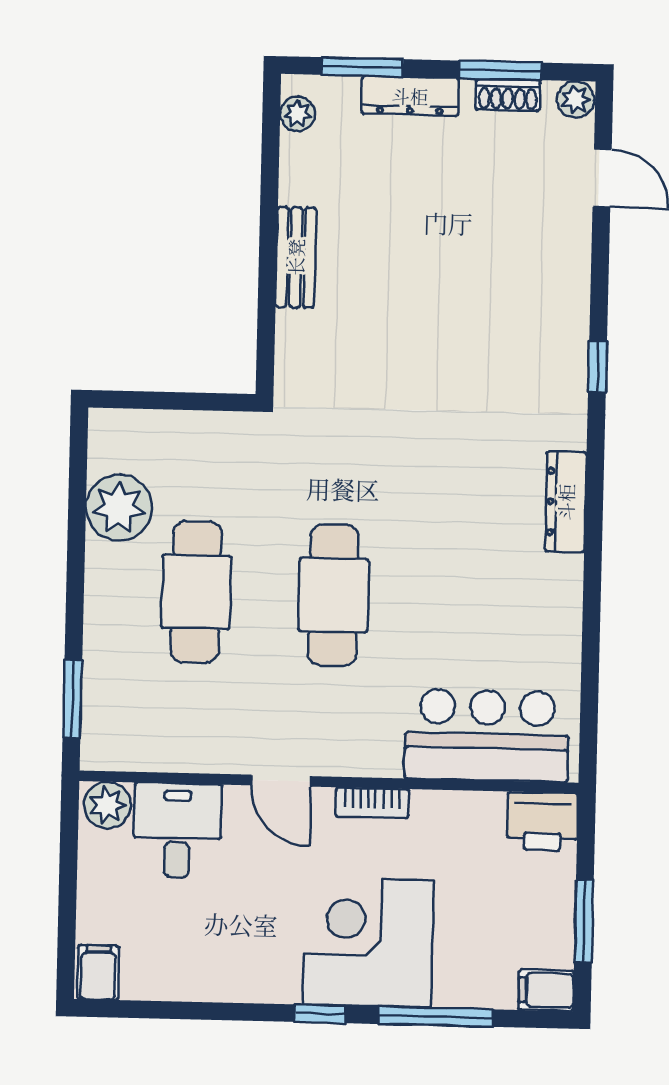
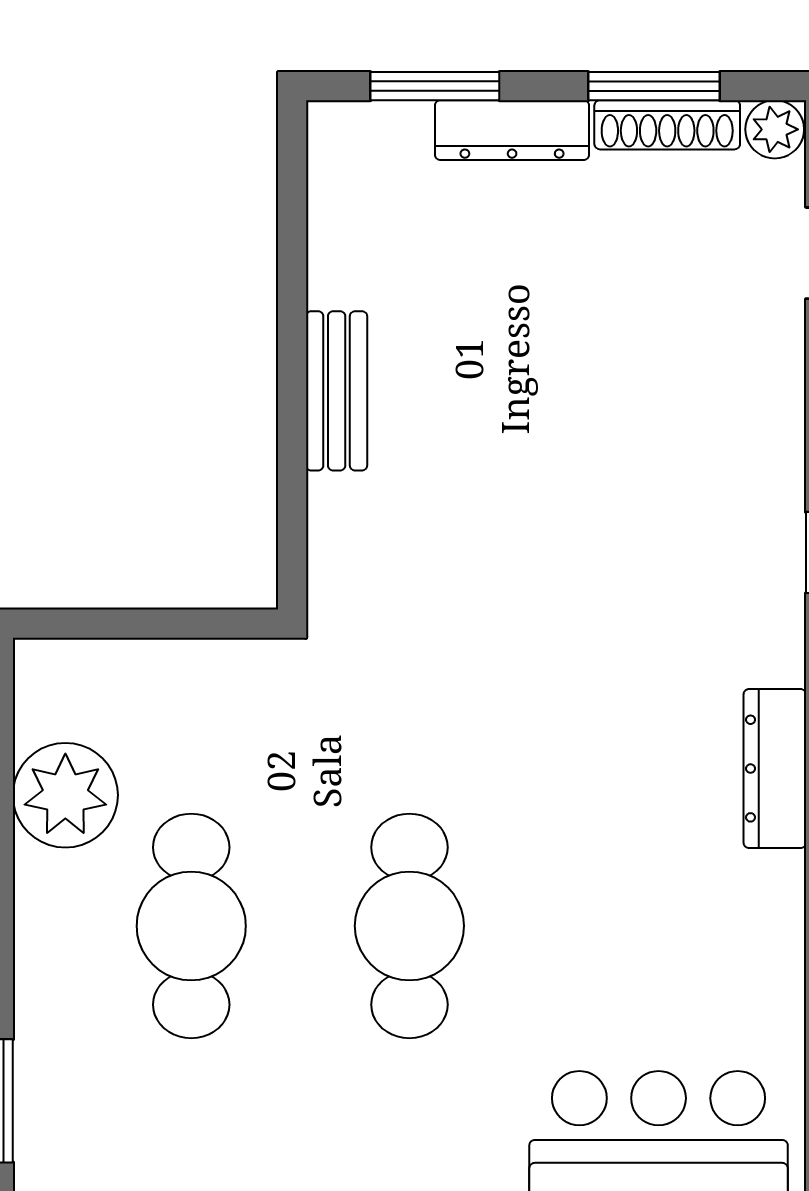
shoe rack: (508, 95) -> (667, 125), width x1.43
plant: (298, 114) -> (334, 163), removed

